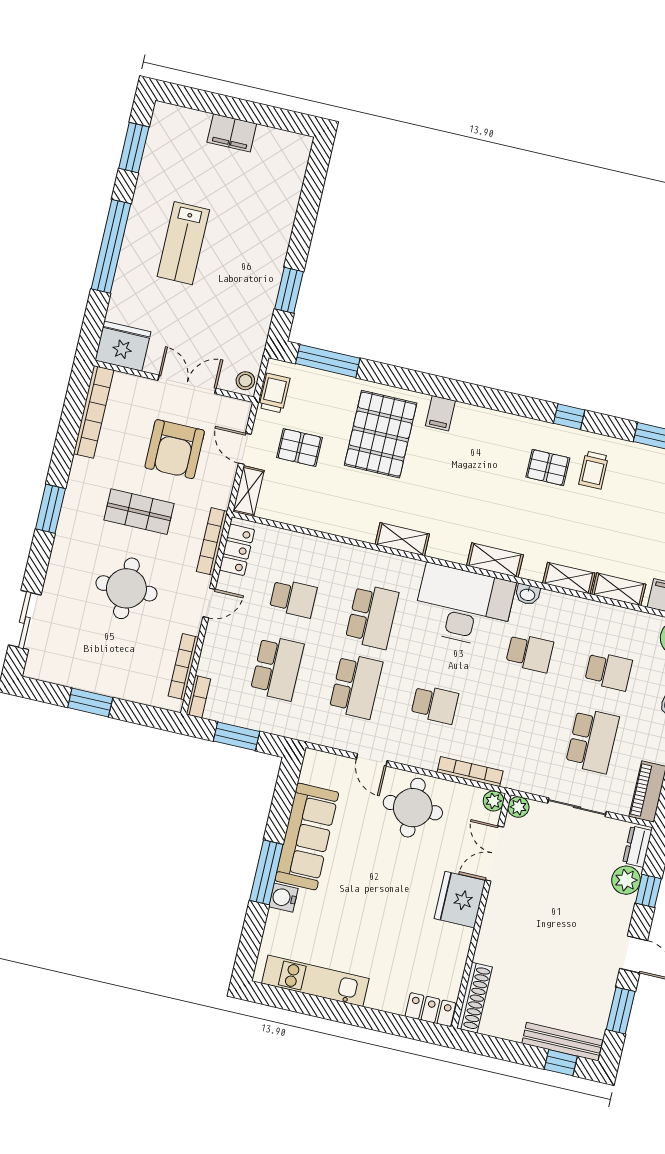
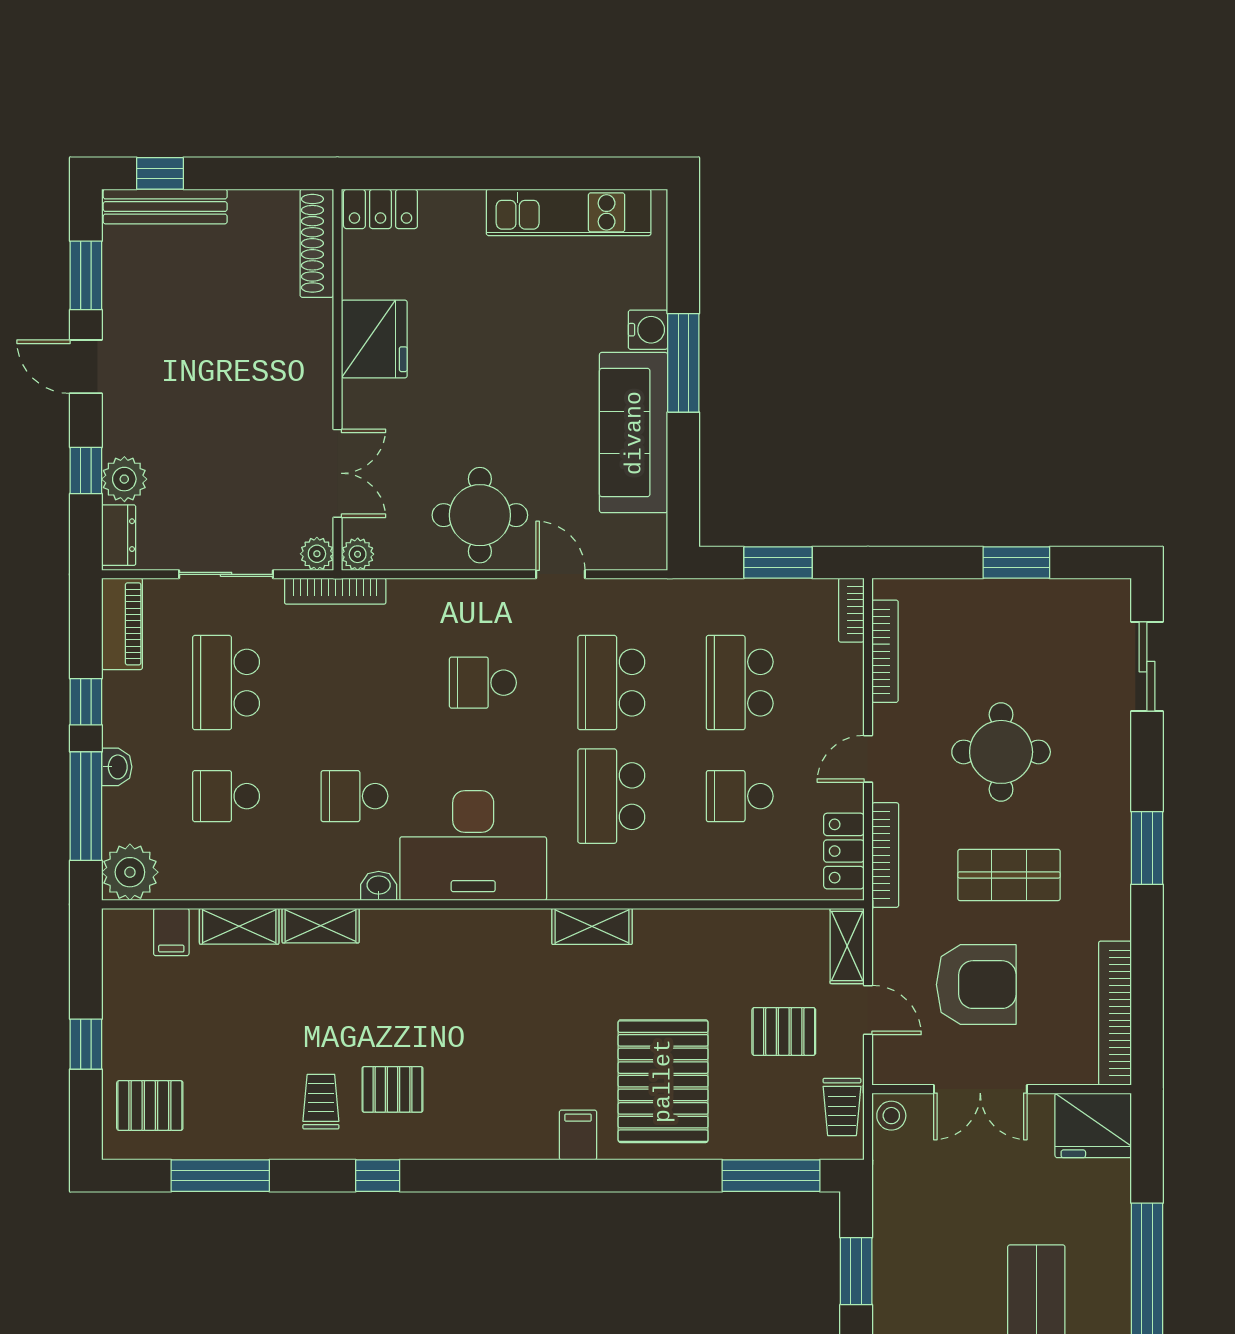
armchair: (175, 449) -> (976, 985), turned 90
shelving: (495, 560) -> (441, 927), removed
bookcase: (470, 772) -> (335, 591), moved
fridge: (460, 900) -> (374, 339), moved

